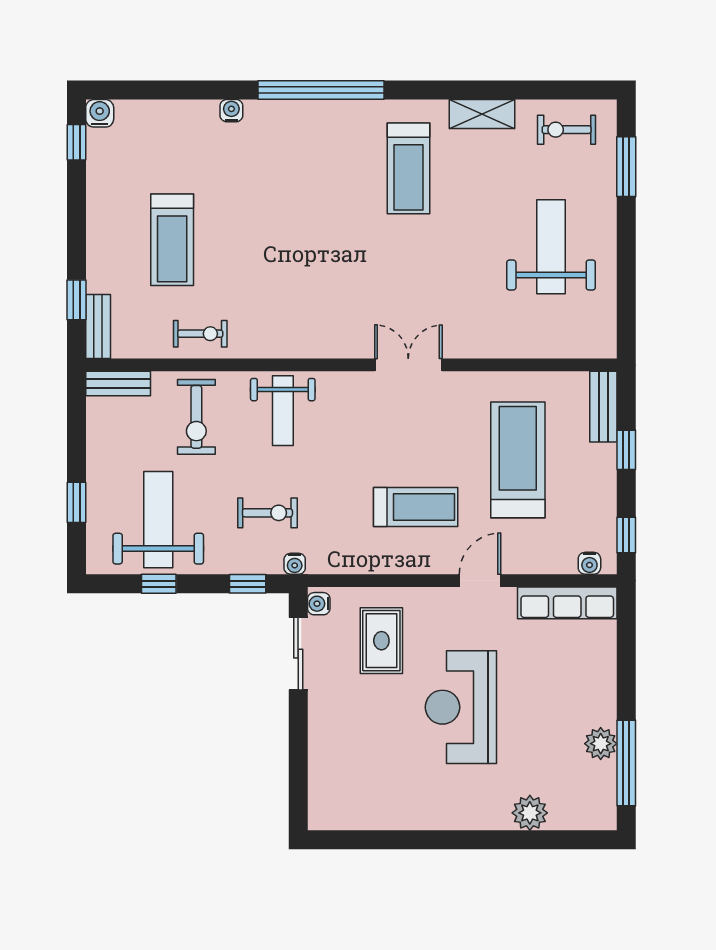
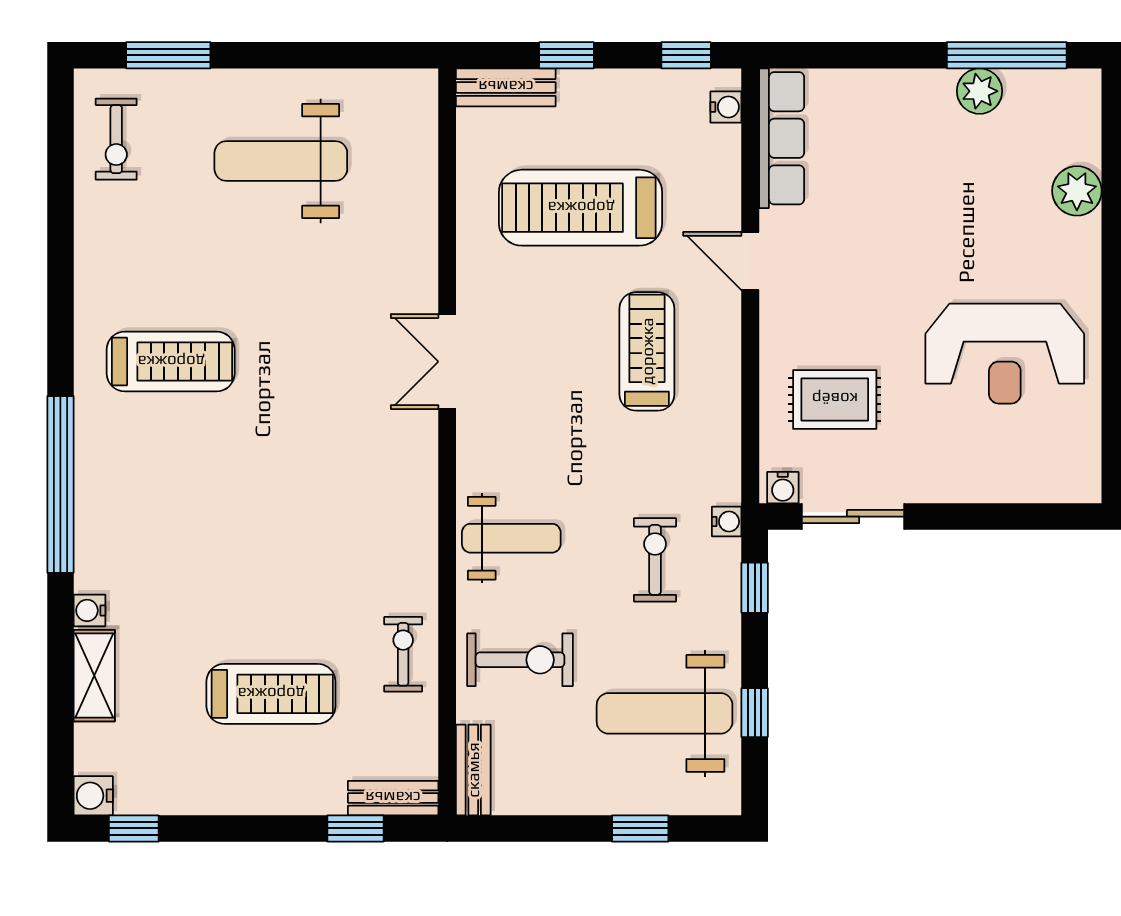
shelving: (482, 114) -> (94, 676), moved
reception desk: (461, 707) -> (1005, 354), moved

